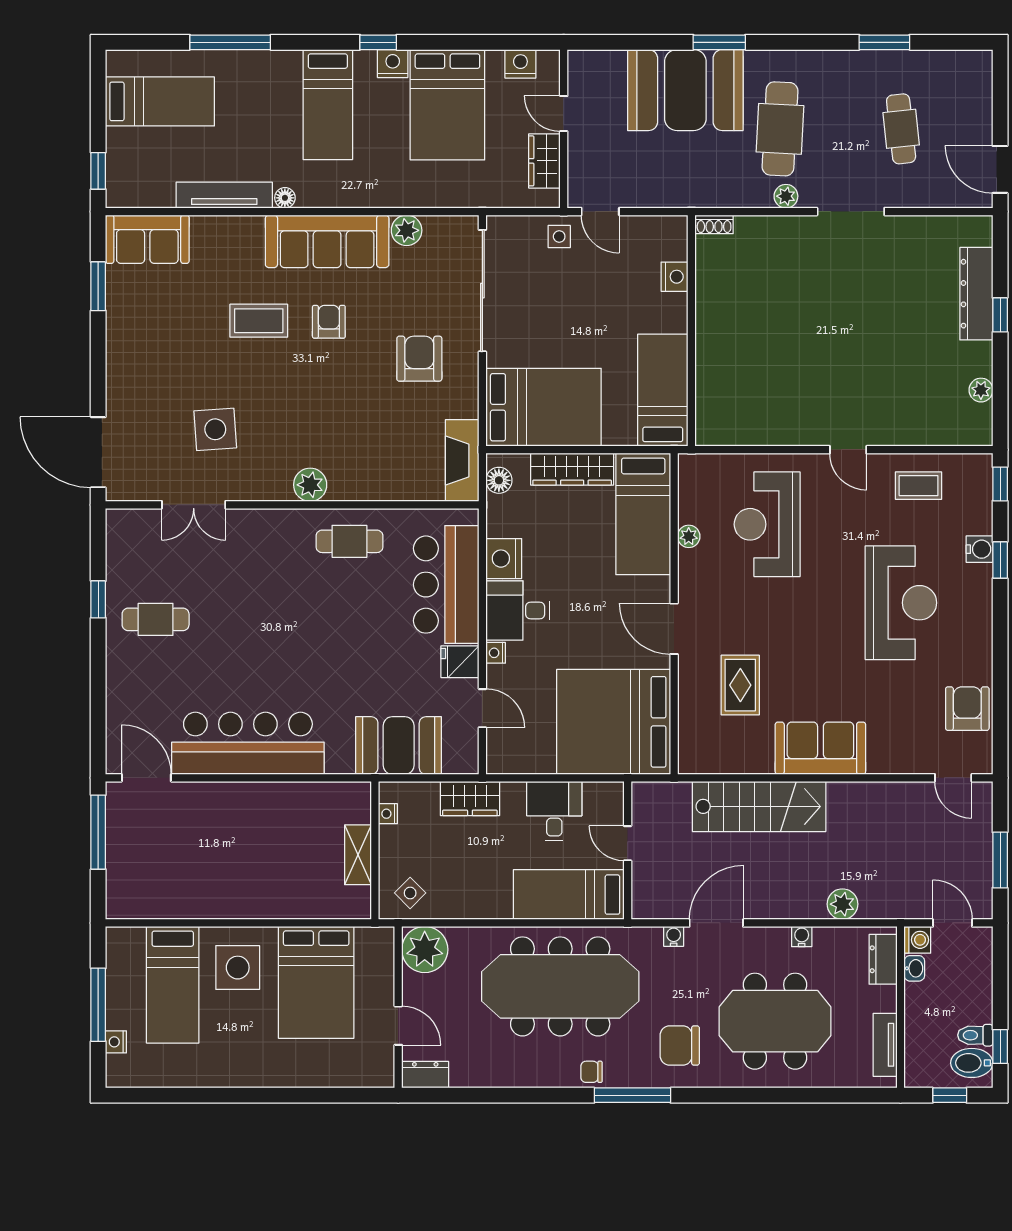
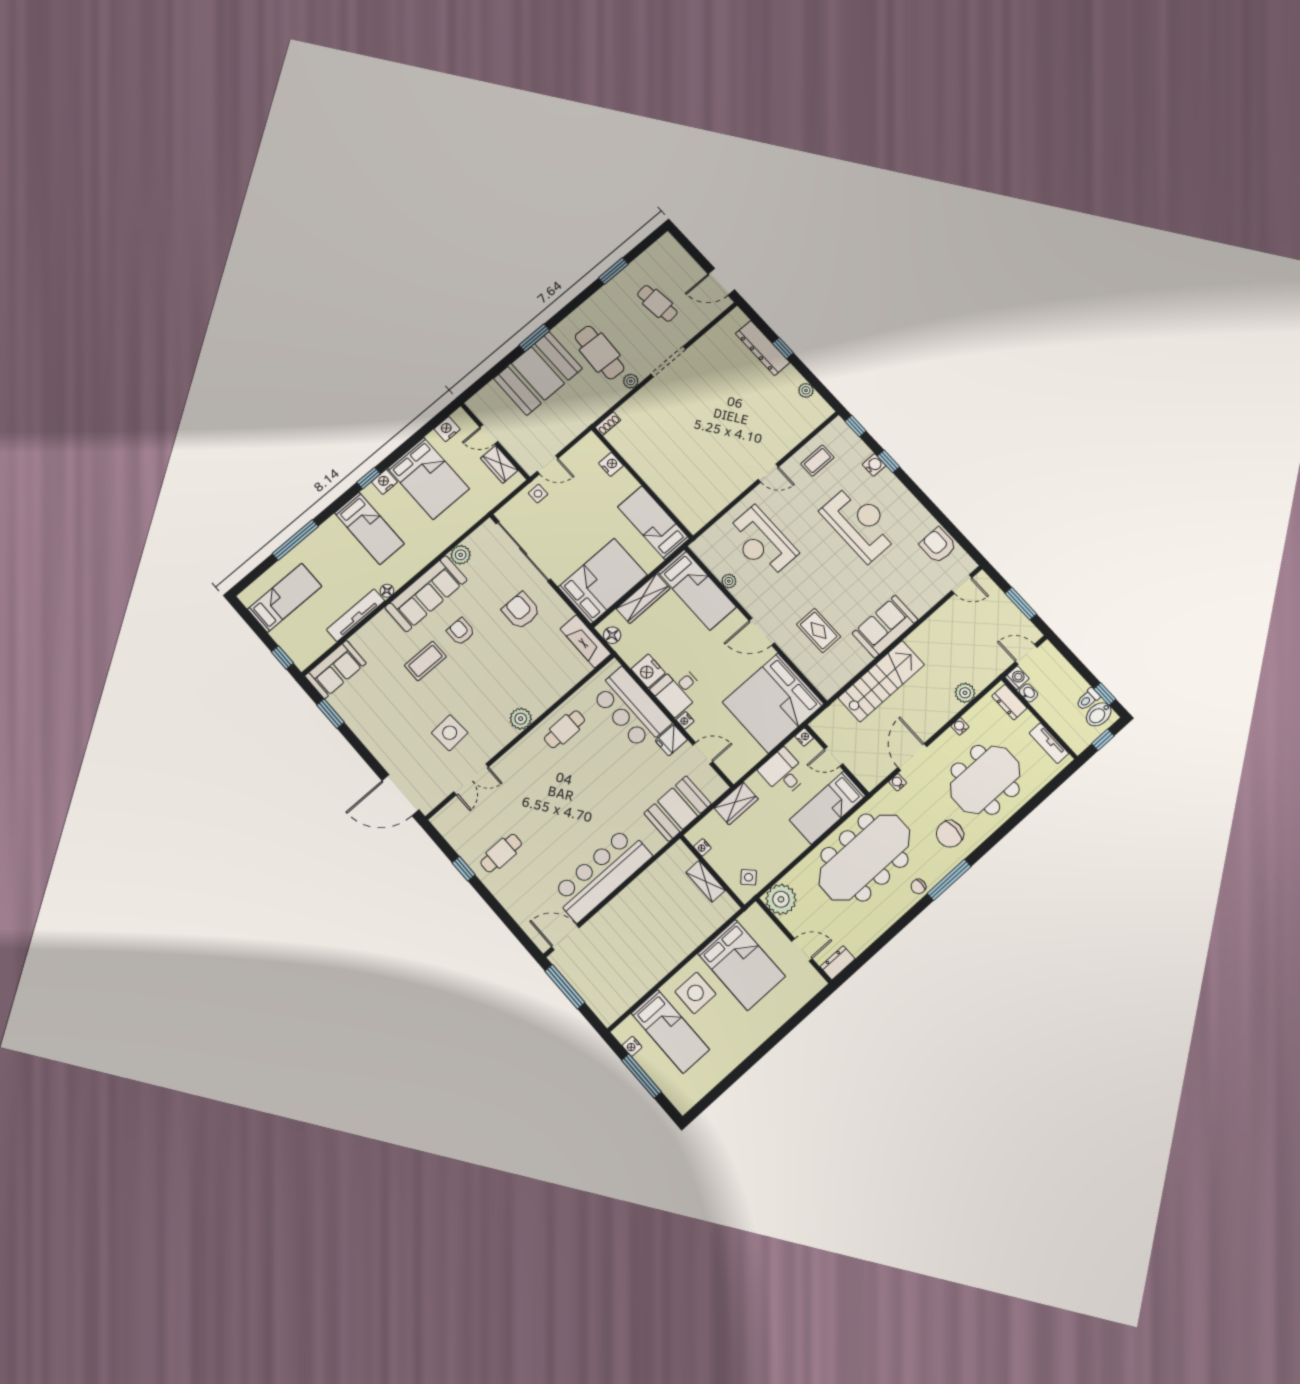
nightstand: (614, 792) -> (804, 737), added
nightstand: (116, 1042) -> (632, 1046), moved

